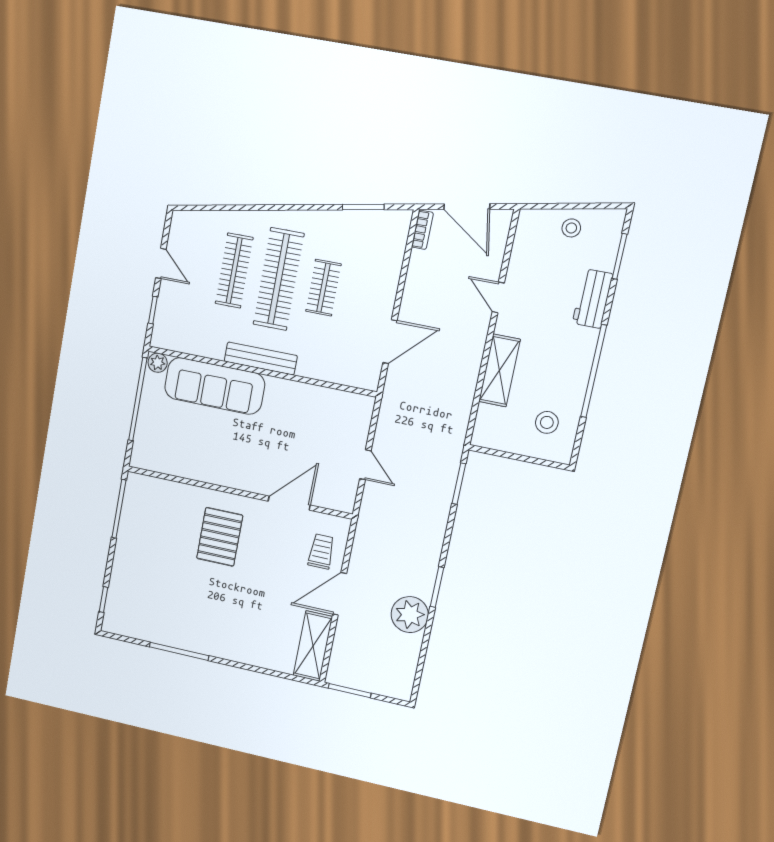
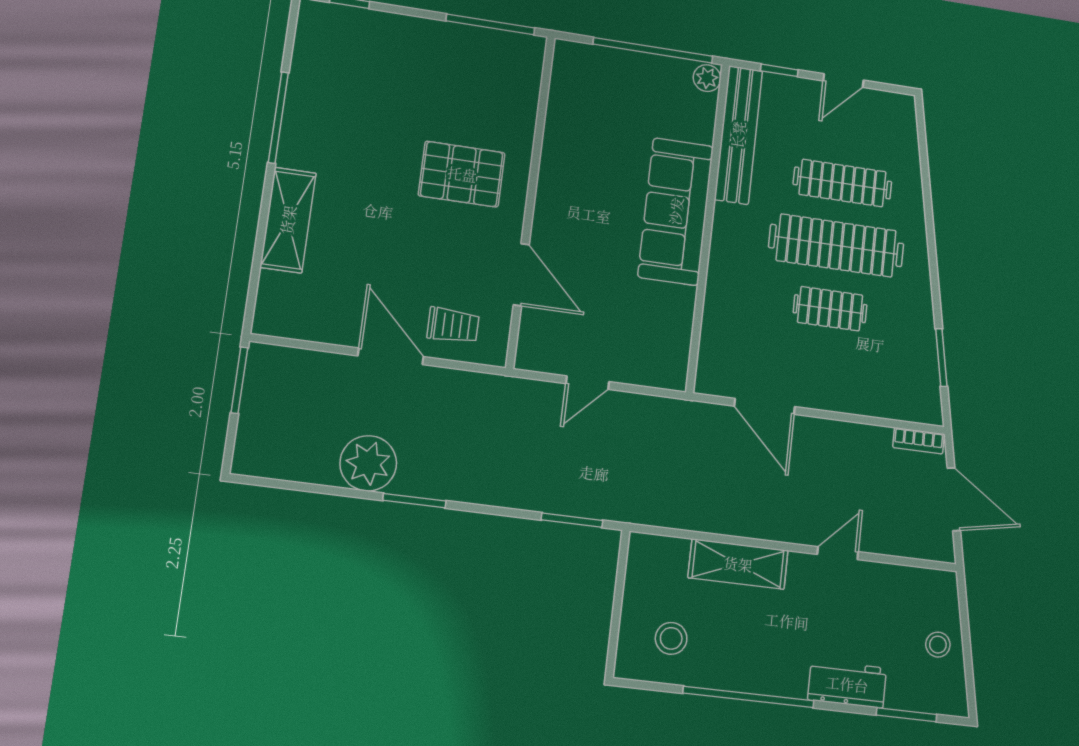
door: (467, 207) -> (954, 499), swing flipped
bench: (261, 358) -> (738, 135), moved, width x1.37, depth x1.21
sofa: (215, 386) -> (676, 211), moved
shelving: (313, 646) -> (288, 220), moved, turned 90

